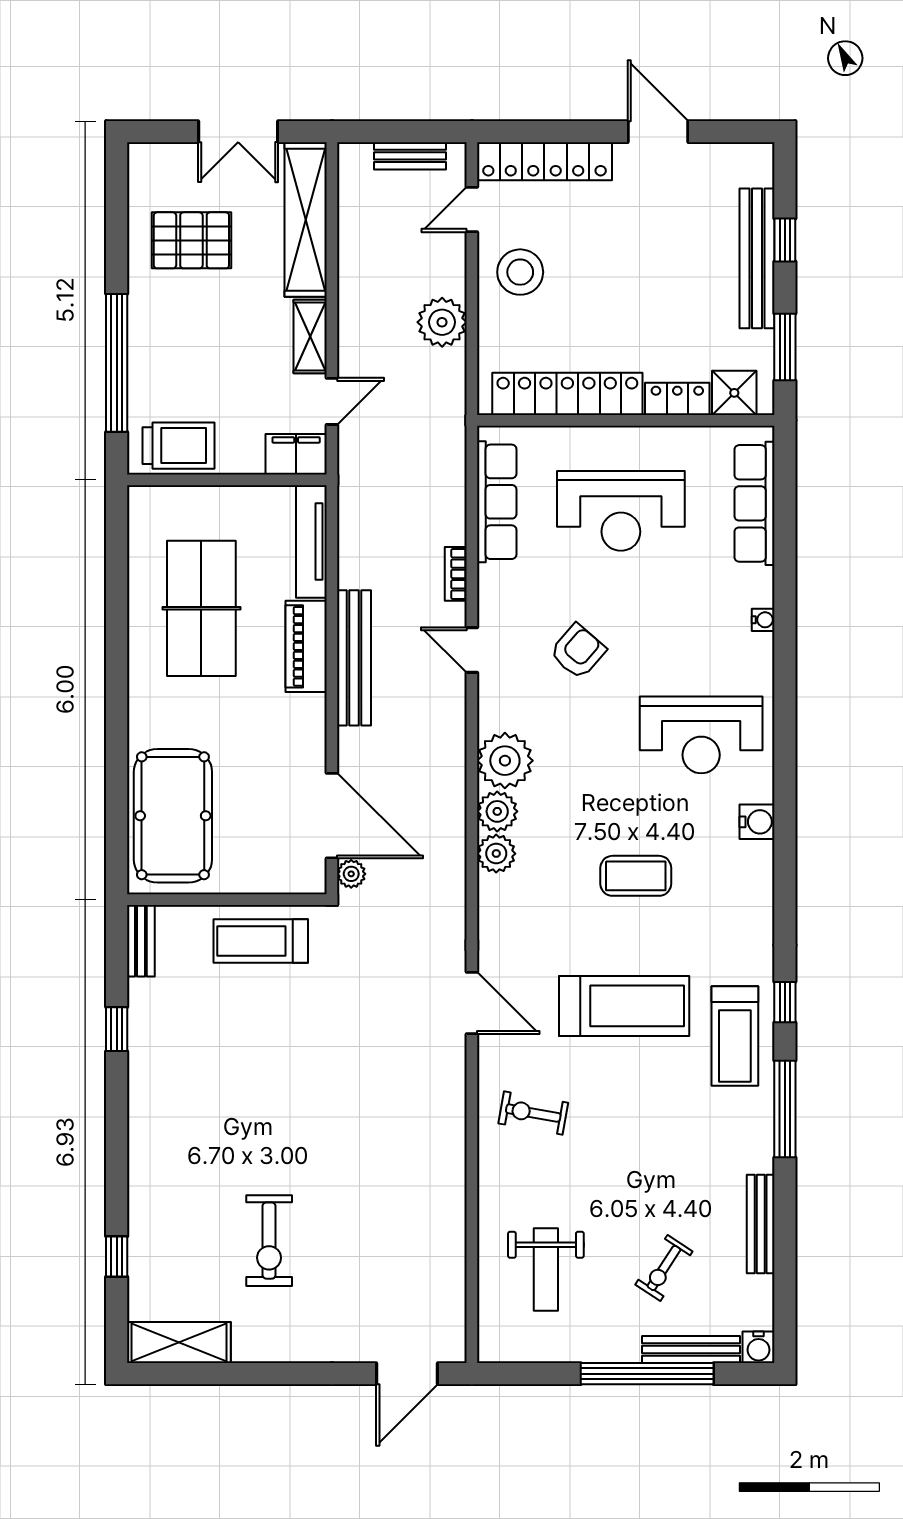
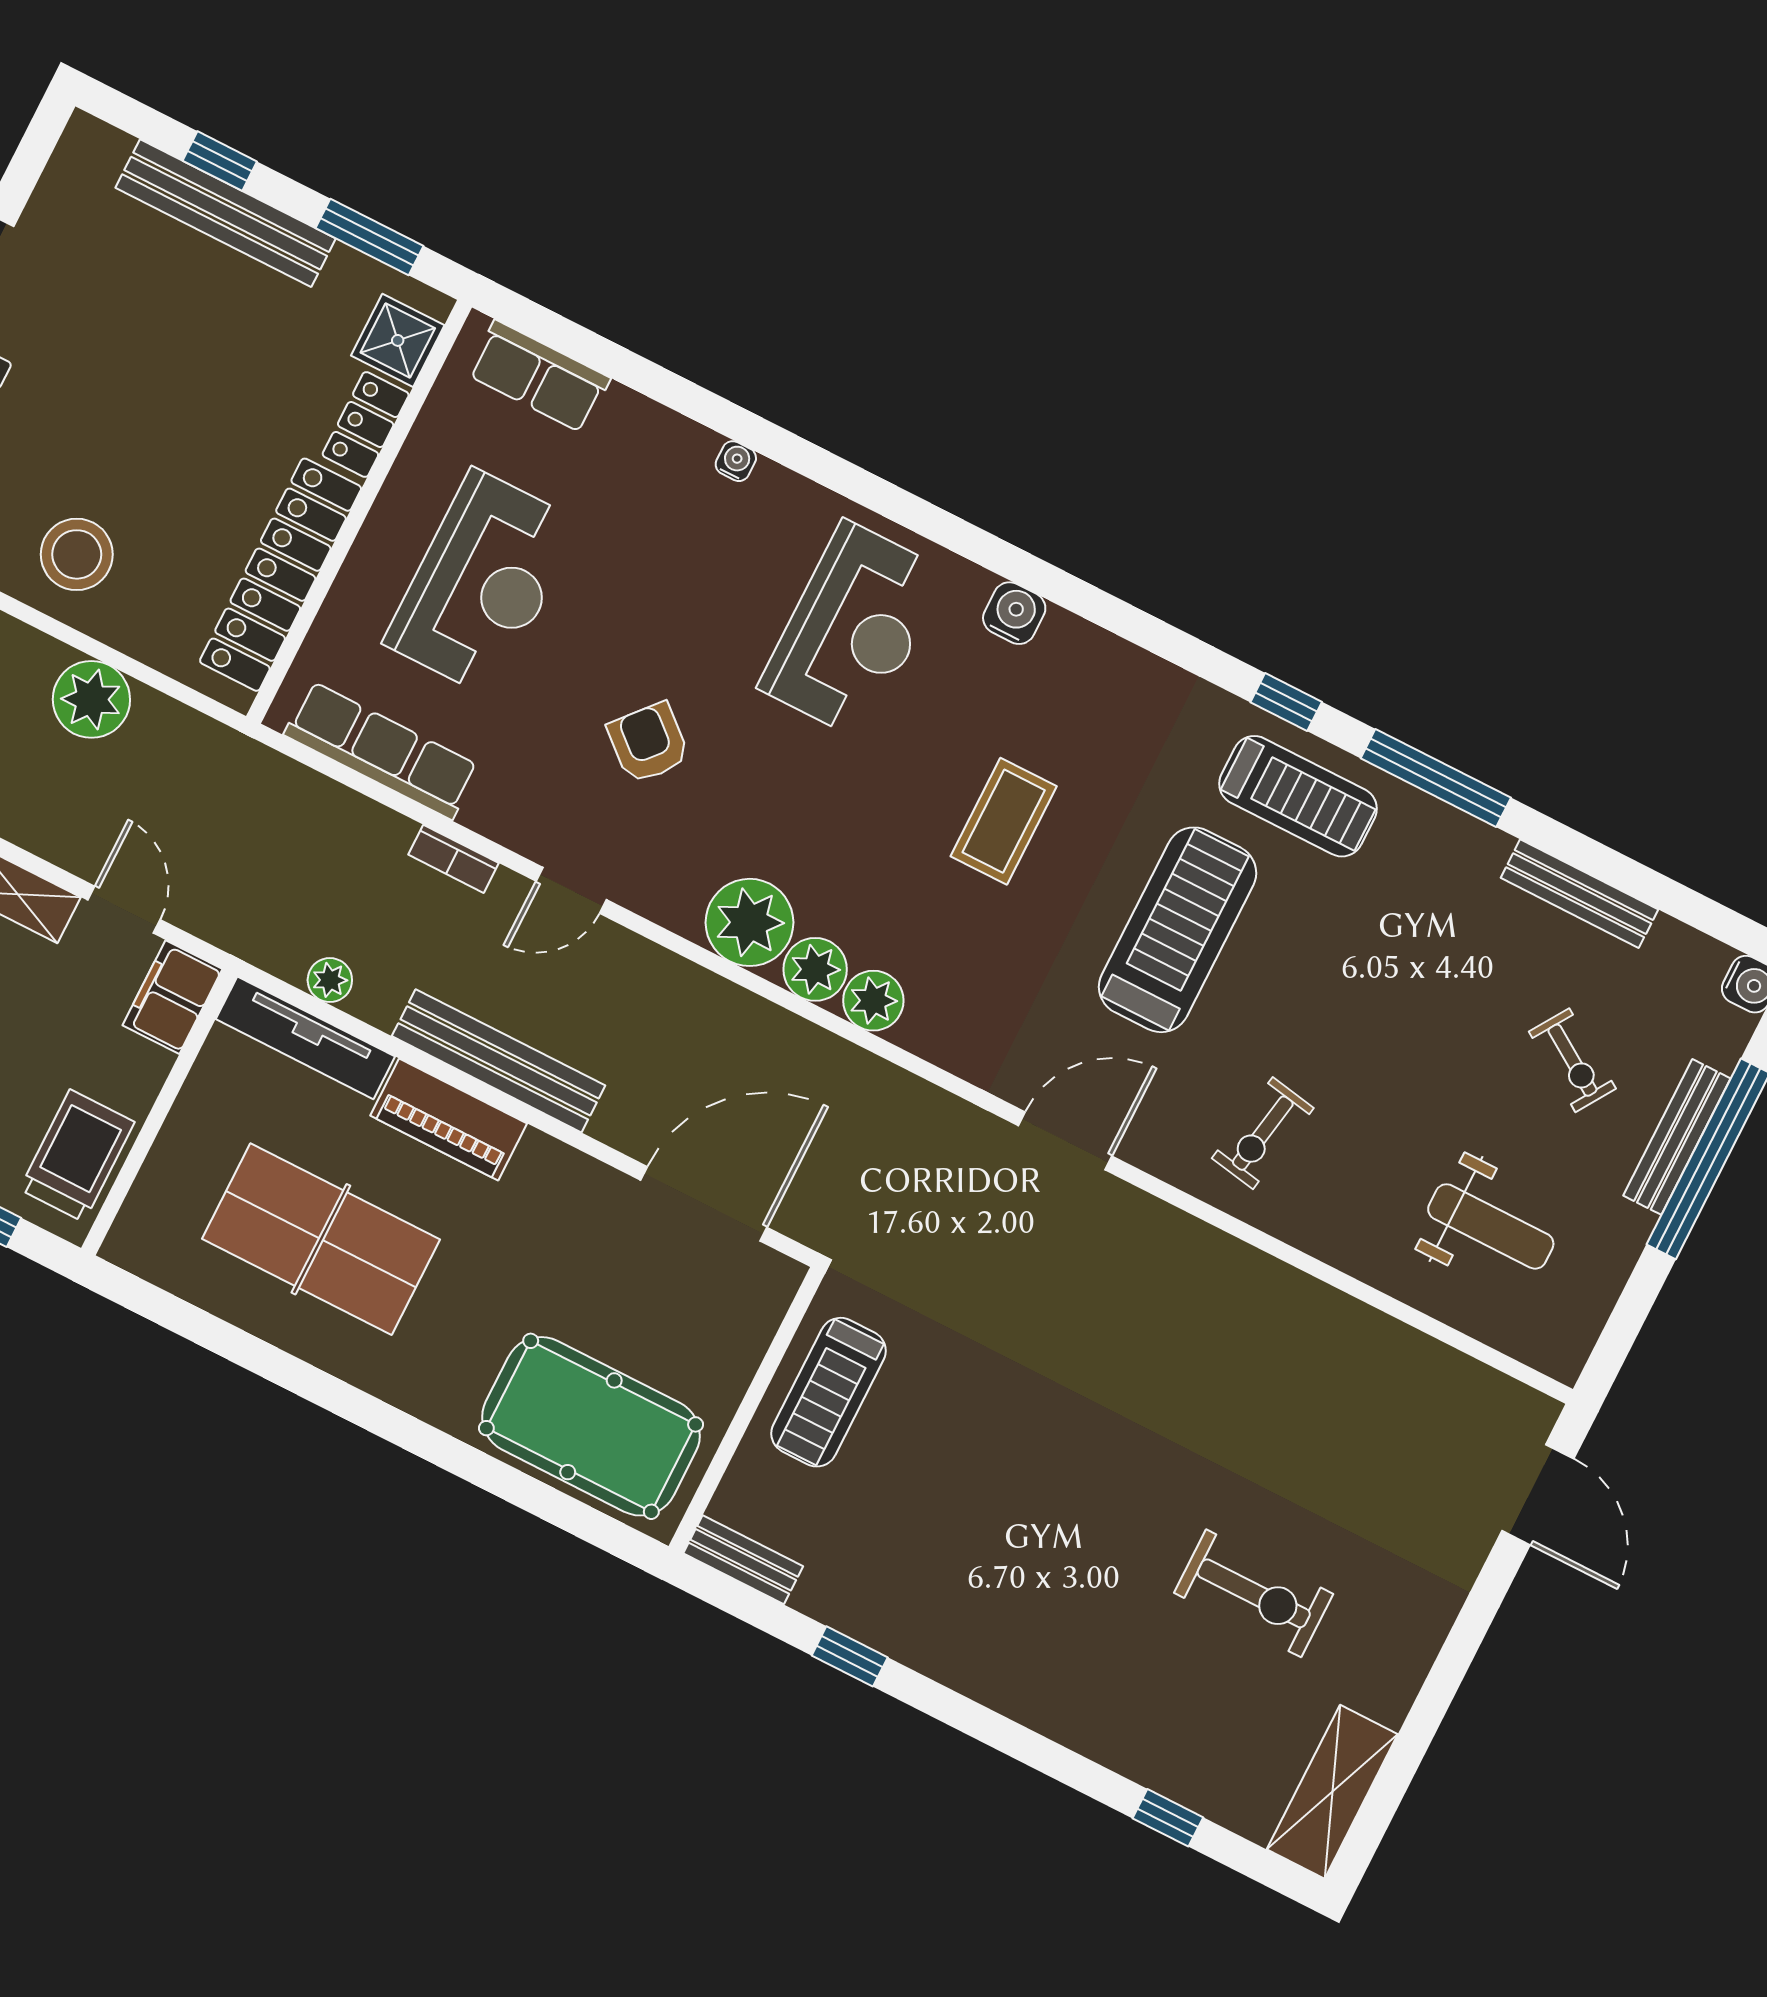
row of seats: (755, 503) -> (539, 377), width x0.68
plant: (351, 874) -> (330, 980), moved
bench: (691, 1349) -> (1677, 1137), moved

